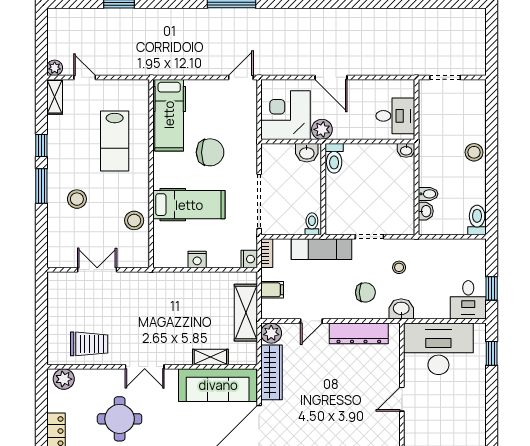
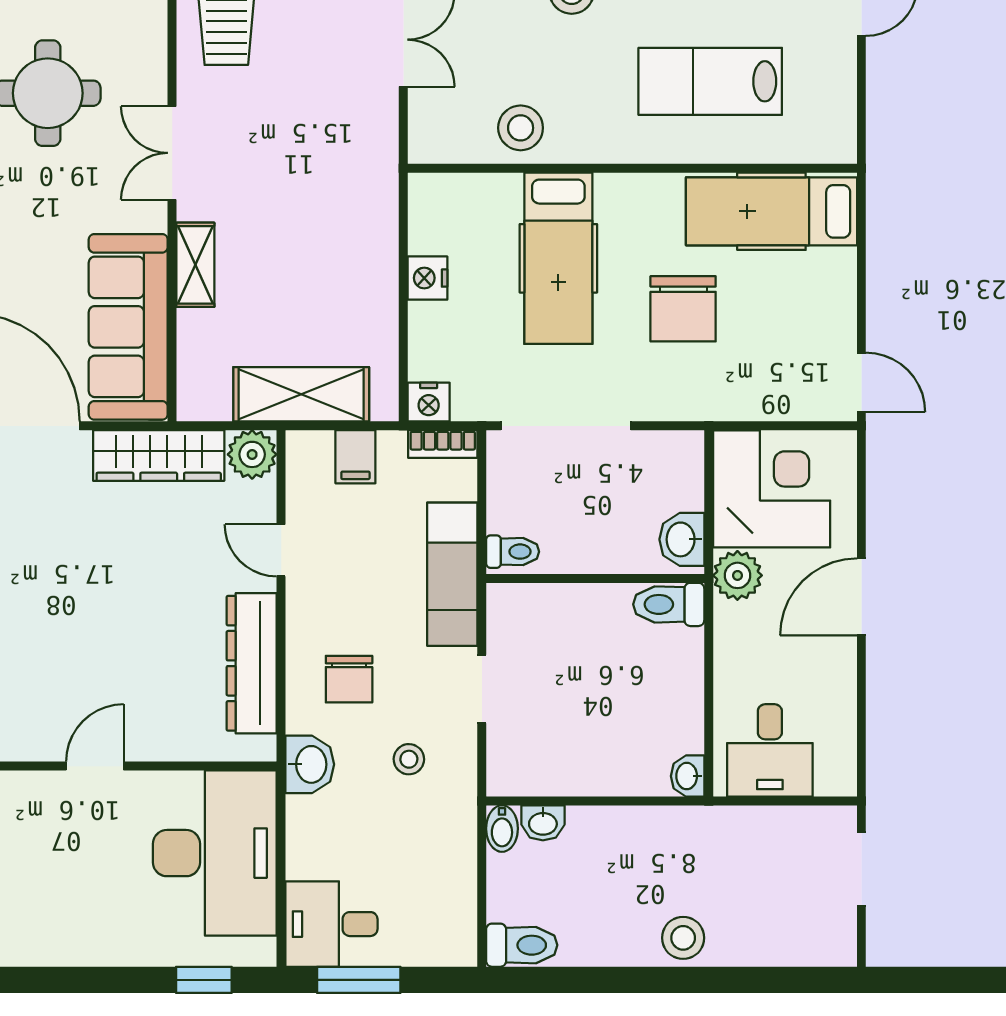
bidet: (428, 194) -> (502, 829), moved
window: (492, 288) -> (359, 980), width x1.50
shelving: (210, 357) -> (195, 265), moved
door: (402, 399) -> (95, 766), hinge flipped

